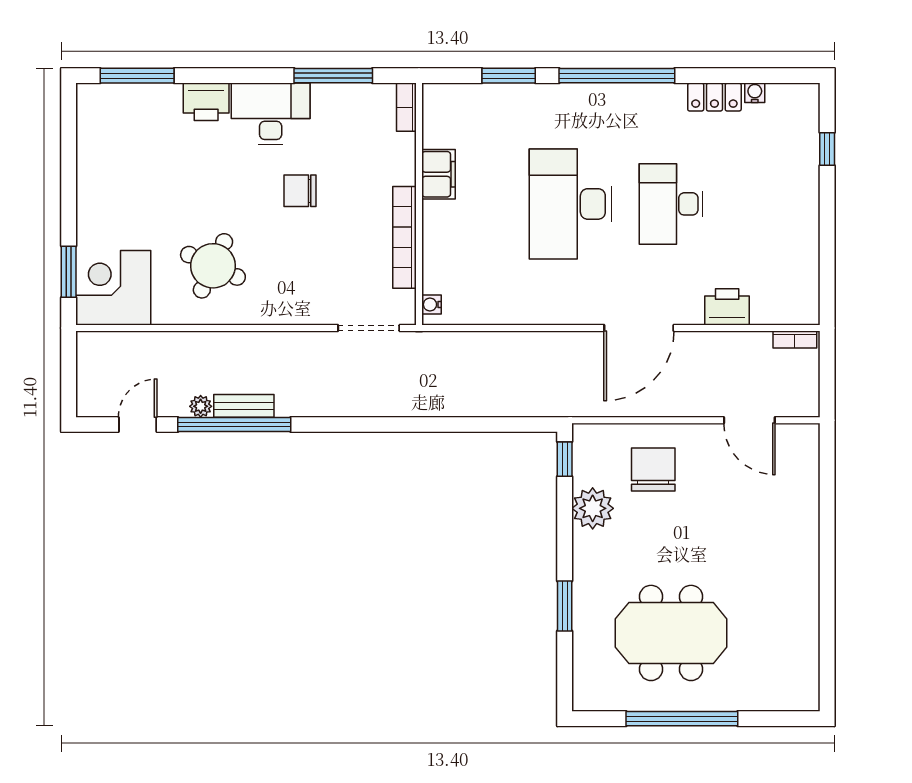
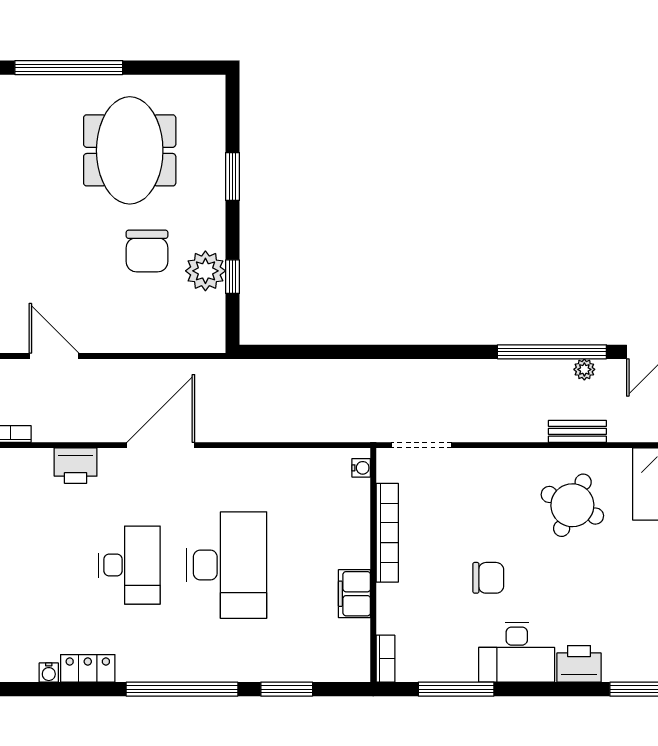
bench: (244, 406) -> (577, 431), moved
window: (565, 459) -> (233, 277), moved
chair: (653, 469) -> (147, 251), moved
meeting table: (671, 633) -> (130, 150), turned 90
window: (682, 719) -> (69, 68), moved

